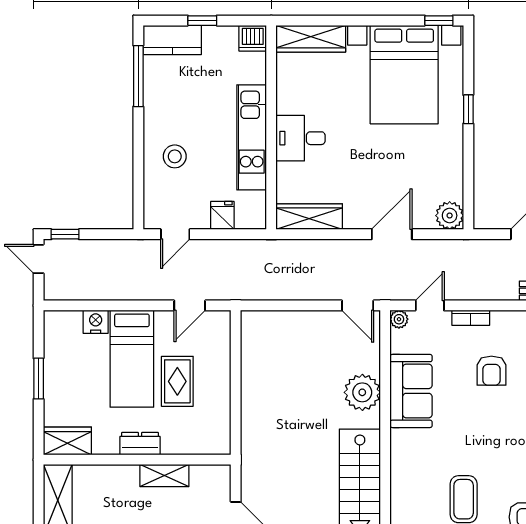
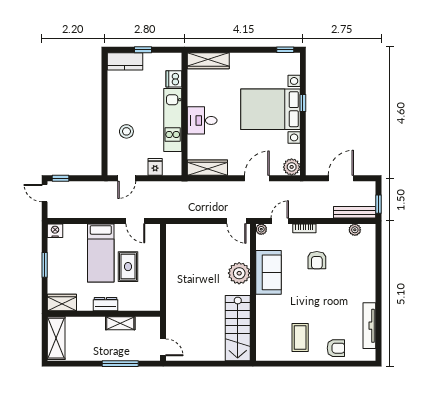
dishwasher: (253, 38) -> (174, 79), moved, turned 90
bed with nightstands: (404, 75) -> (270, 109), moved, turned 90
window: (138, 76) -> (105, 83), removed
door: (190, 305) -> (135, 221), hinge flipped
nightstand: (96, 322) -> (55, 231), moved

